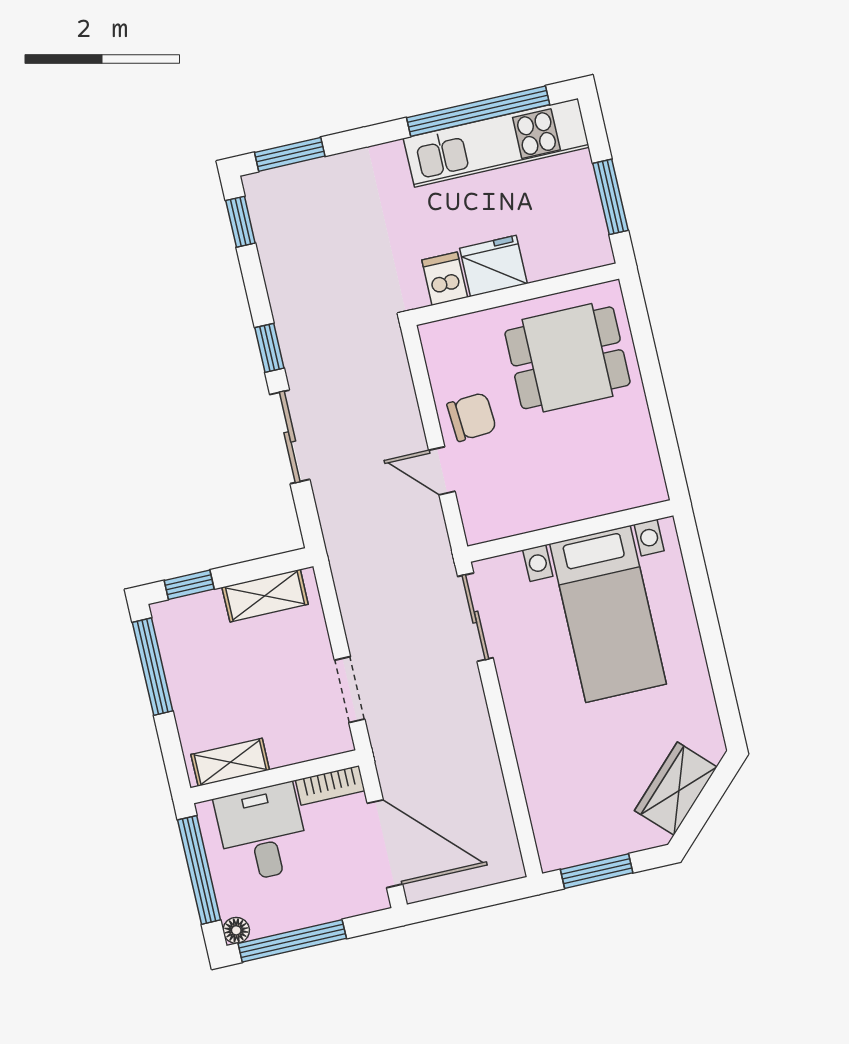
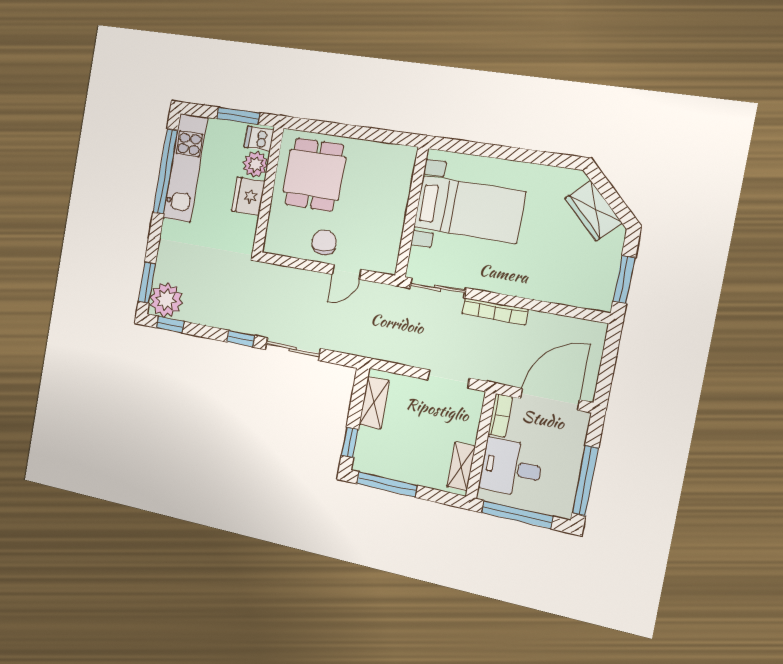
plant: (276, 199) -> (166, 300), added
plant: (547, 257) -> (255, 164), added
dishwasher: (445, 279) -> (259, 138), moved
bookcase: (477, 714) -> (495, 311), added
floor lamp: (236, 930) -> (564, 510), removed

